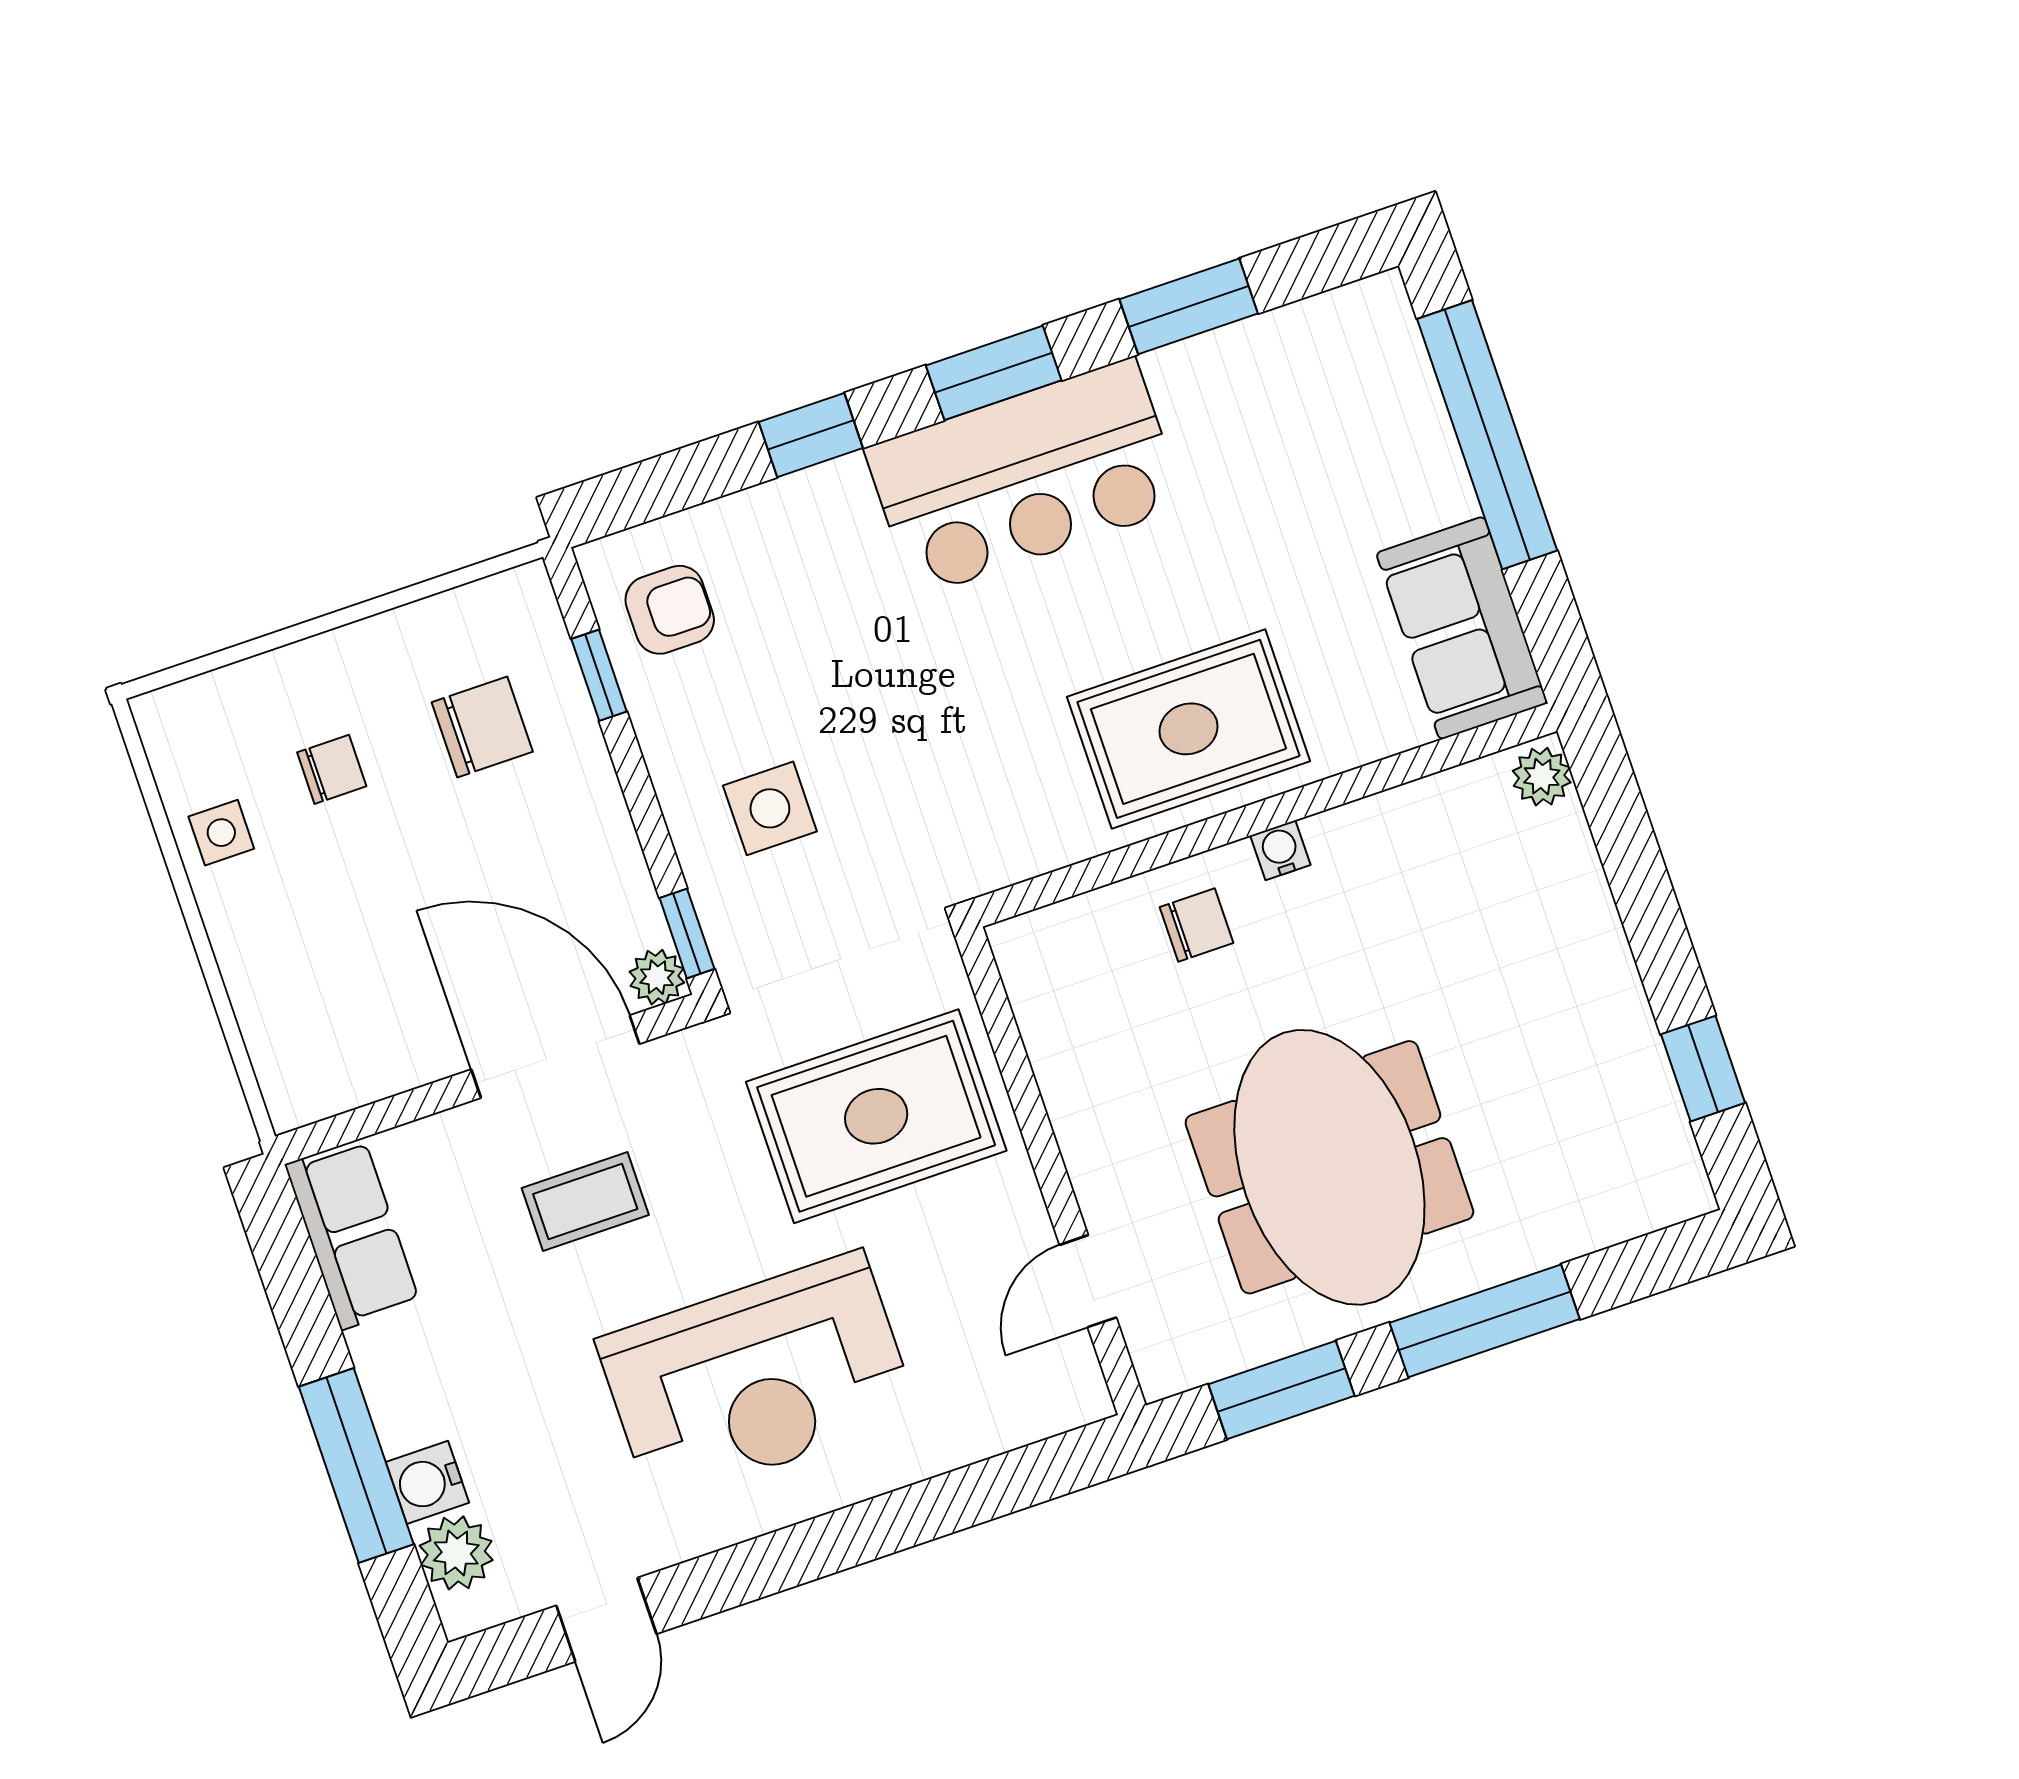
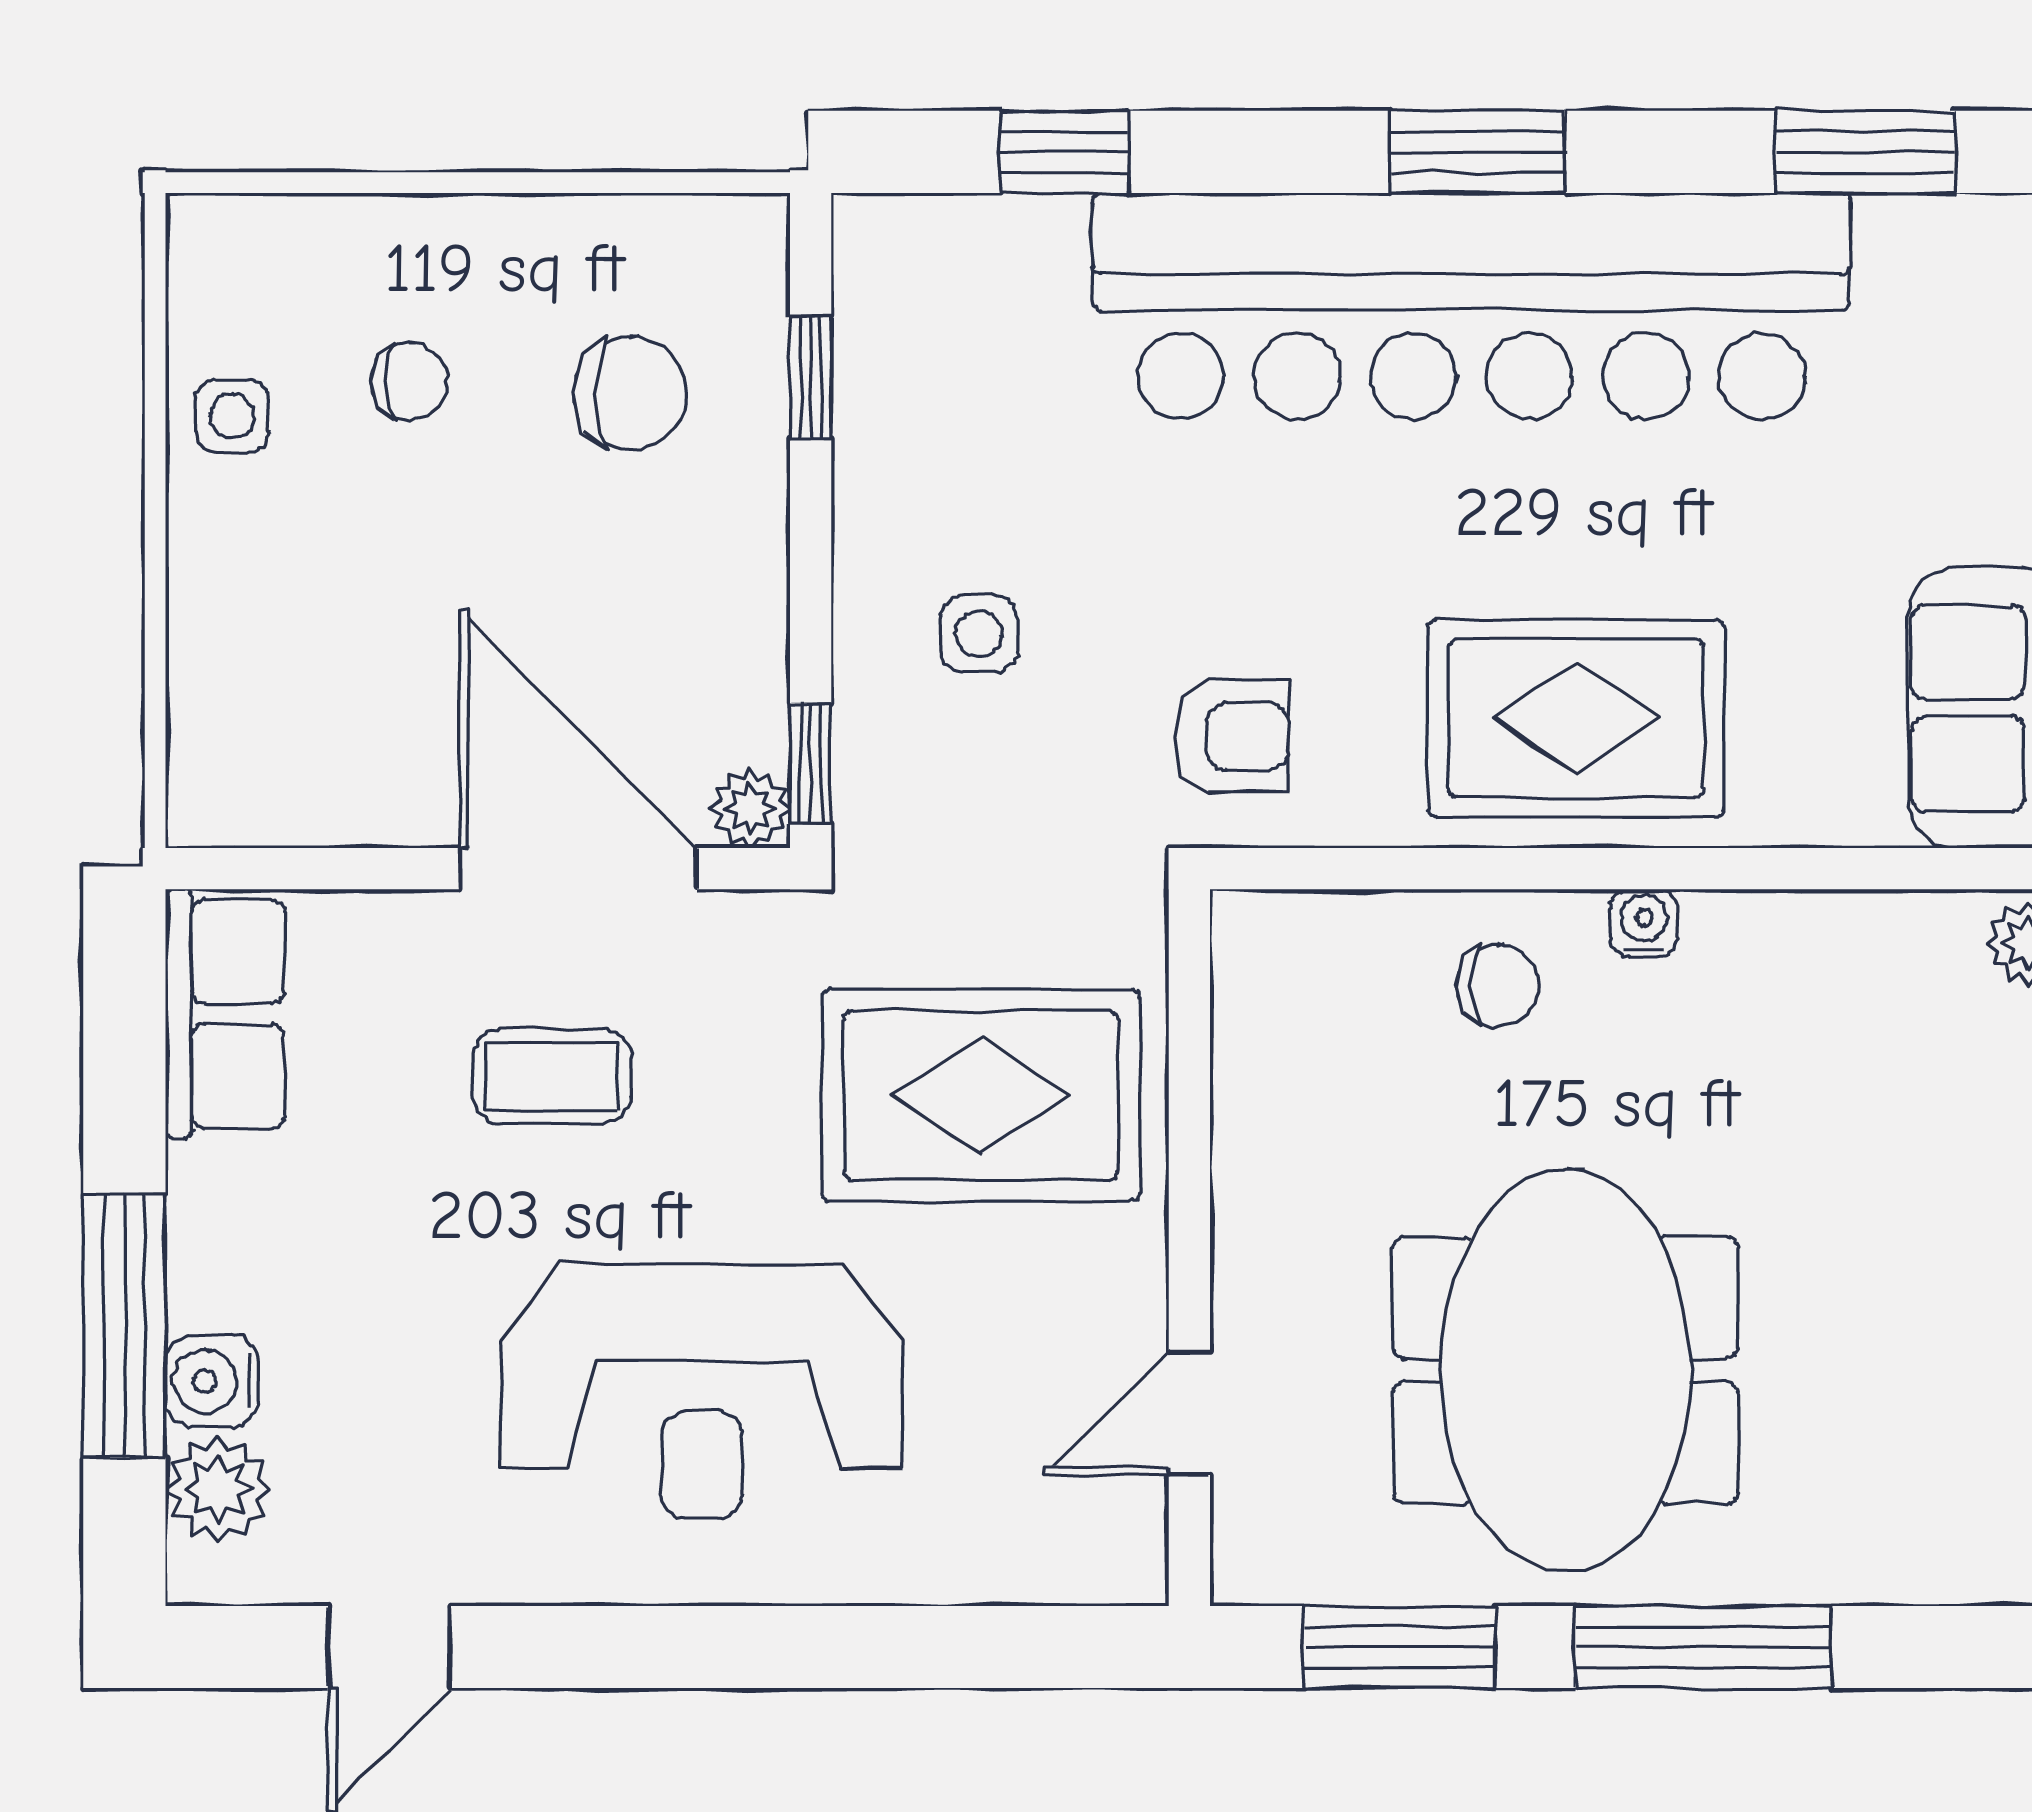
window: (1189, 306) -> (1865, 152), moved
window: (811, 435) -> (1065, 152), moved
bar counter: (1025, 477) -> (1471, 306), width x1.86
armchair: (670, 610) -> (1232, 736), moved
side table: (770, 808) -> (979, 634), width x0.73, depth x0.73

